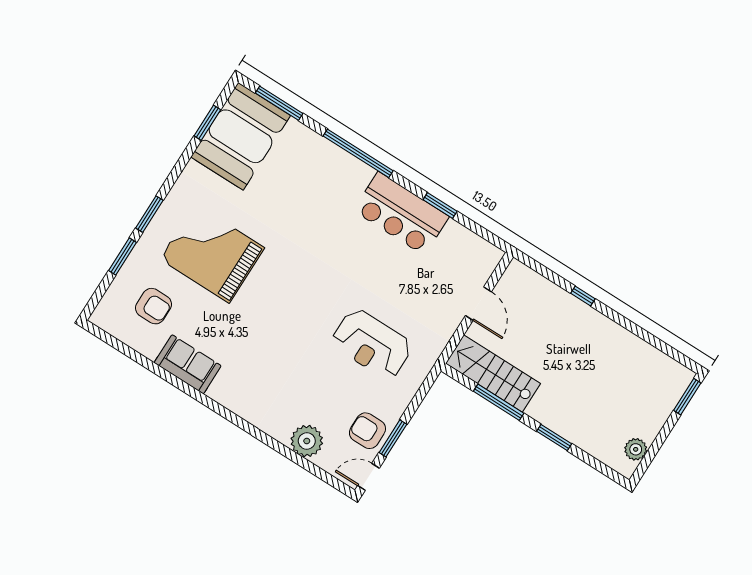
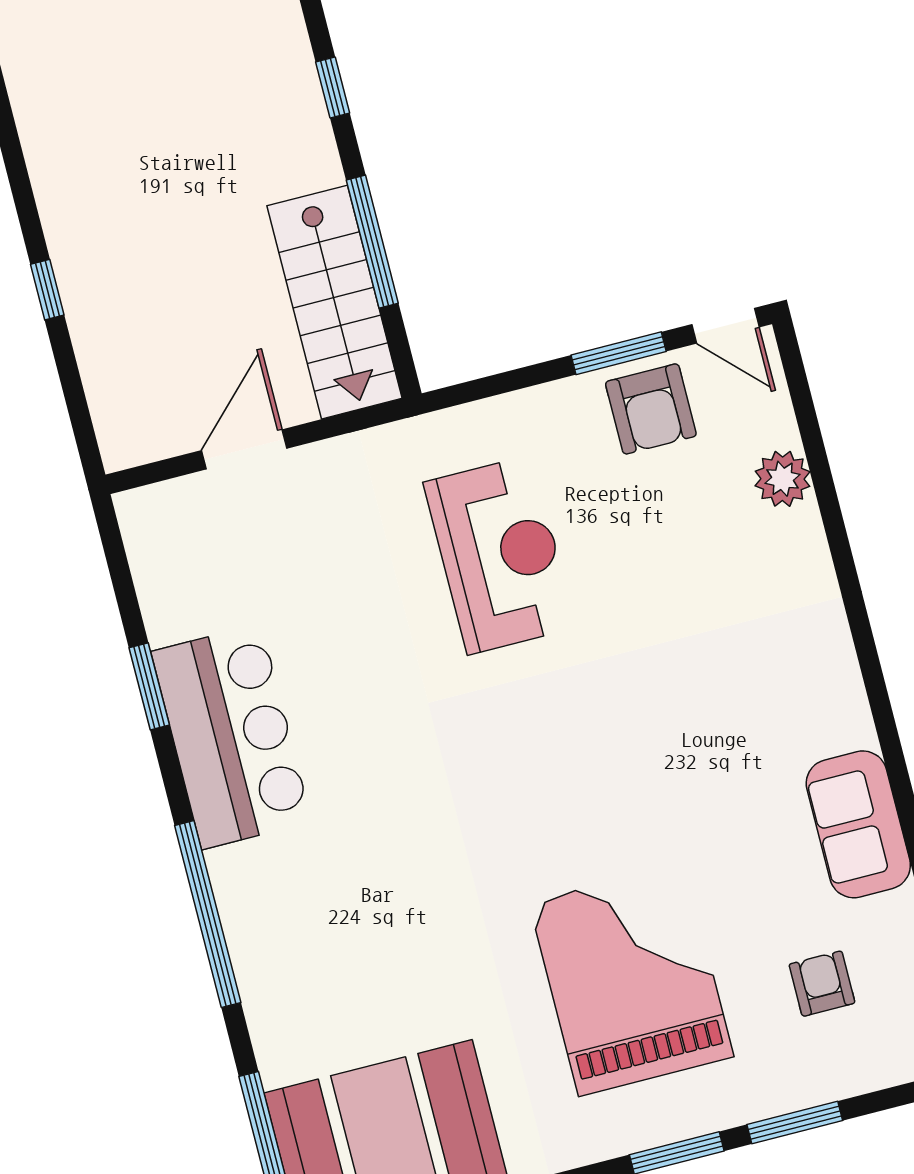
grand piano: (212, 253) -> (631, 980), turned 180
armchair: (154, 306) -> (822, 984), width x0.72, depth x0.72
window: (554, 438) -> (333, 88), width x0.67
plant: (307, 441) -> (783, 479), width x0.73, depth x0.73

